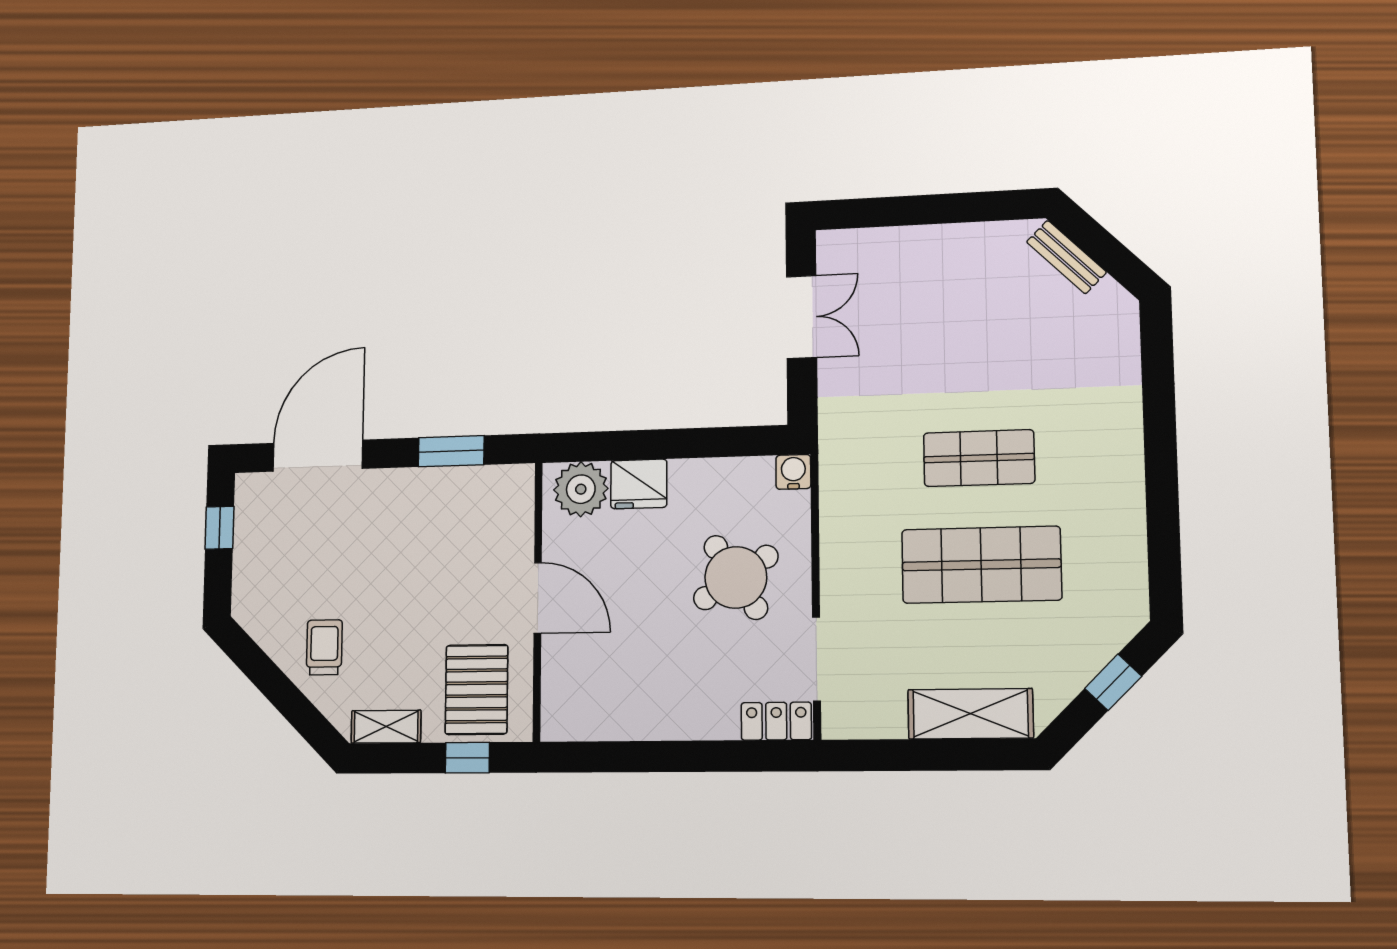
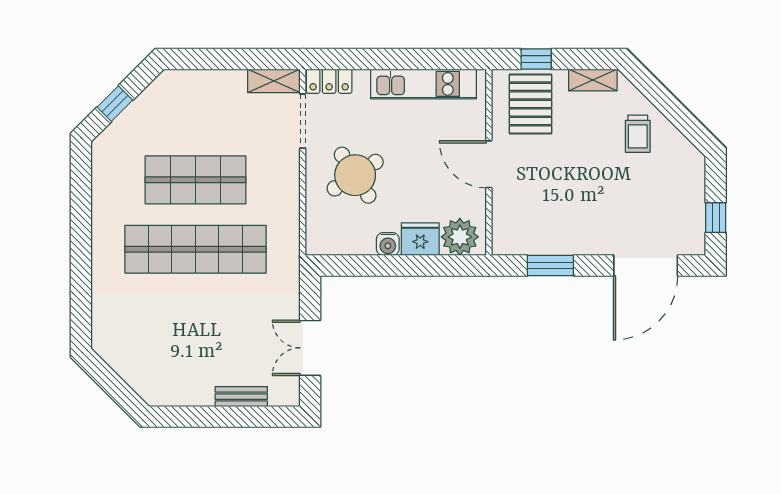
bench: (1066, 257) -> (241, 397), moved, turned -45
shop shelf: (979, 458) -> (195, 249), width x2.00, depth x1.36
water cooler: (793, 472) -> (388, 244), moved
shelving: (970, 714) -> (274, 81), moved, width x0.67, depth x0.75
kitchen unit: (634, 718) -> (423, 84), added

